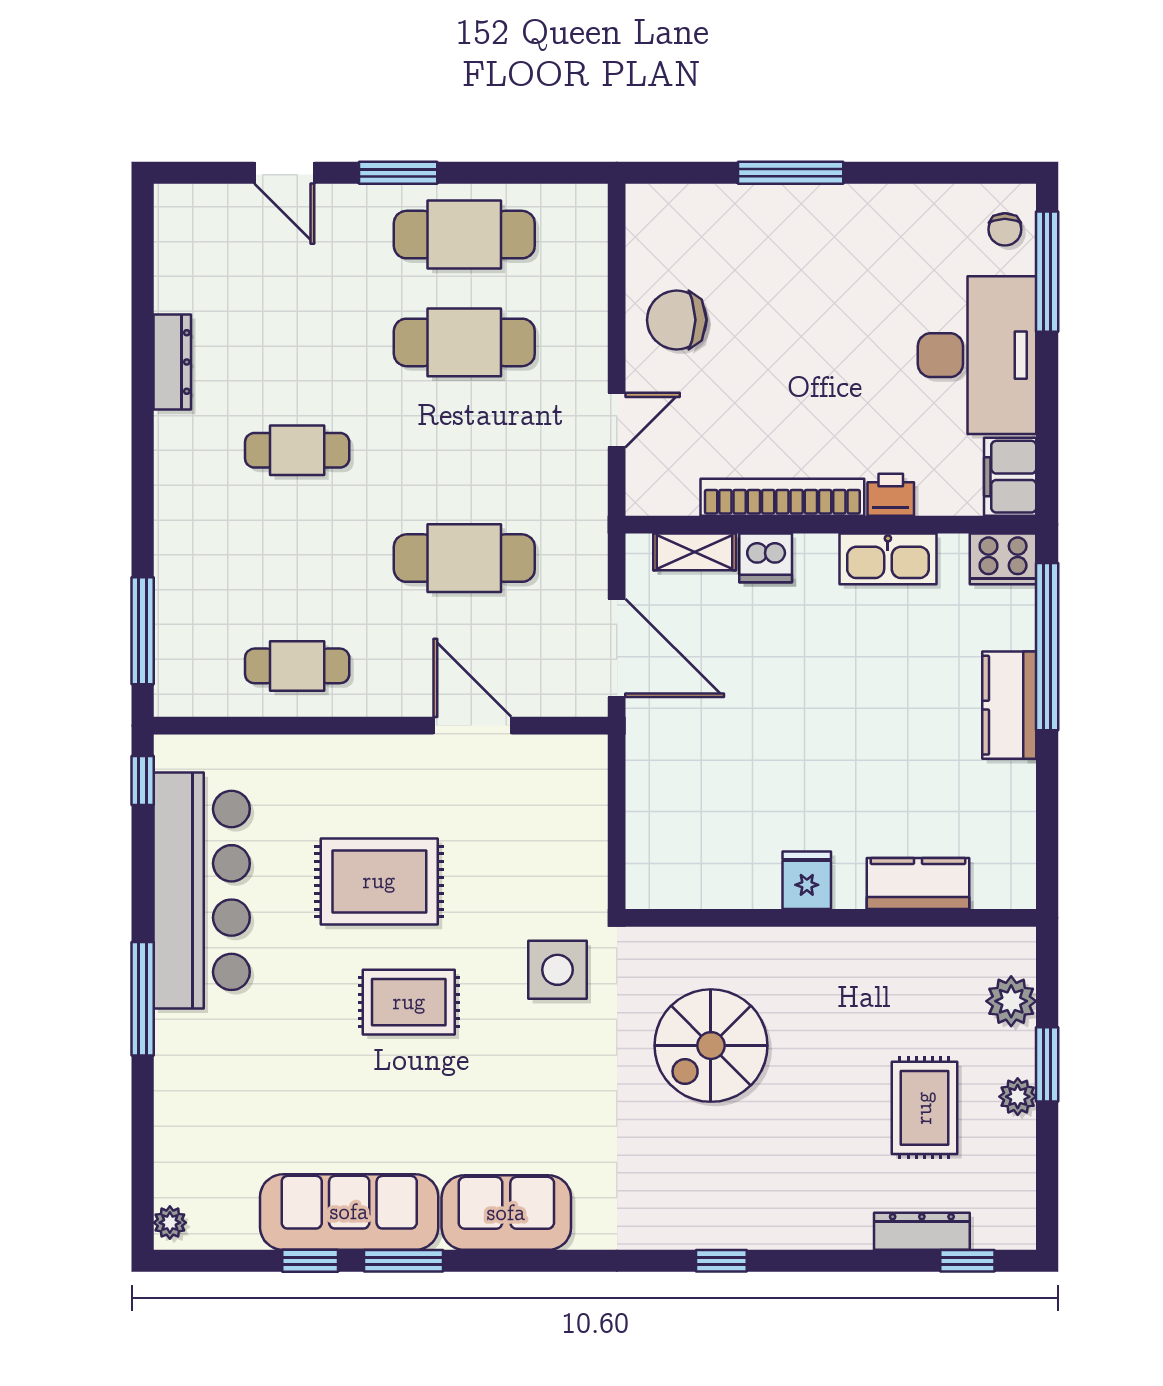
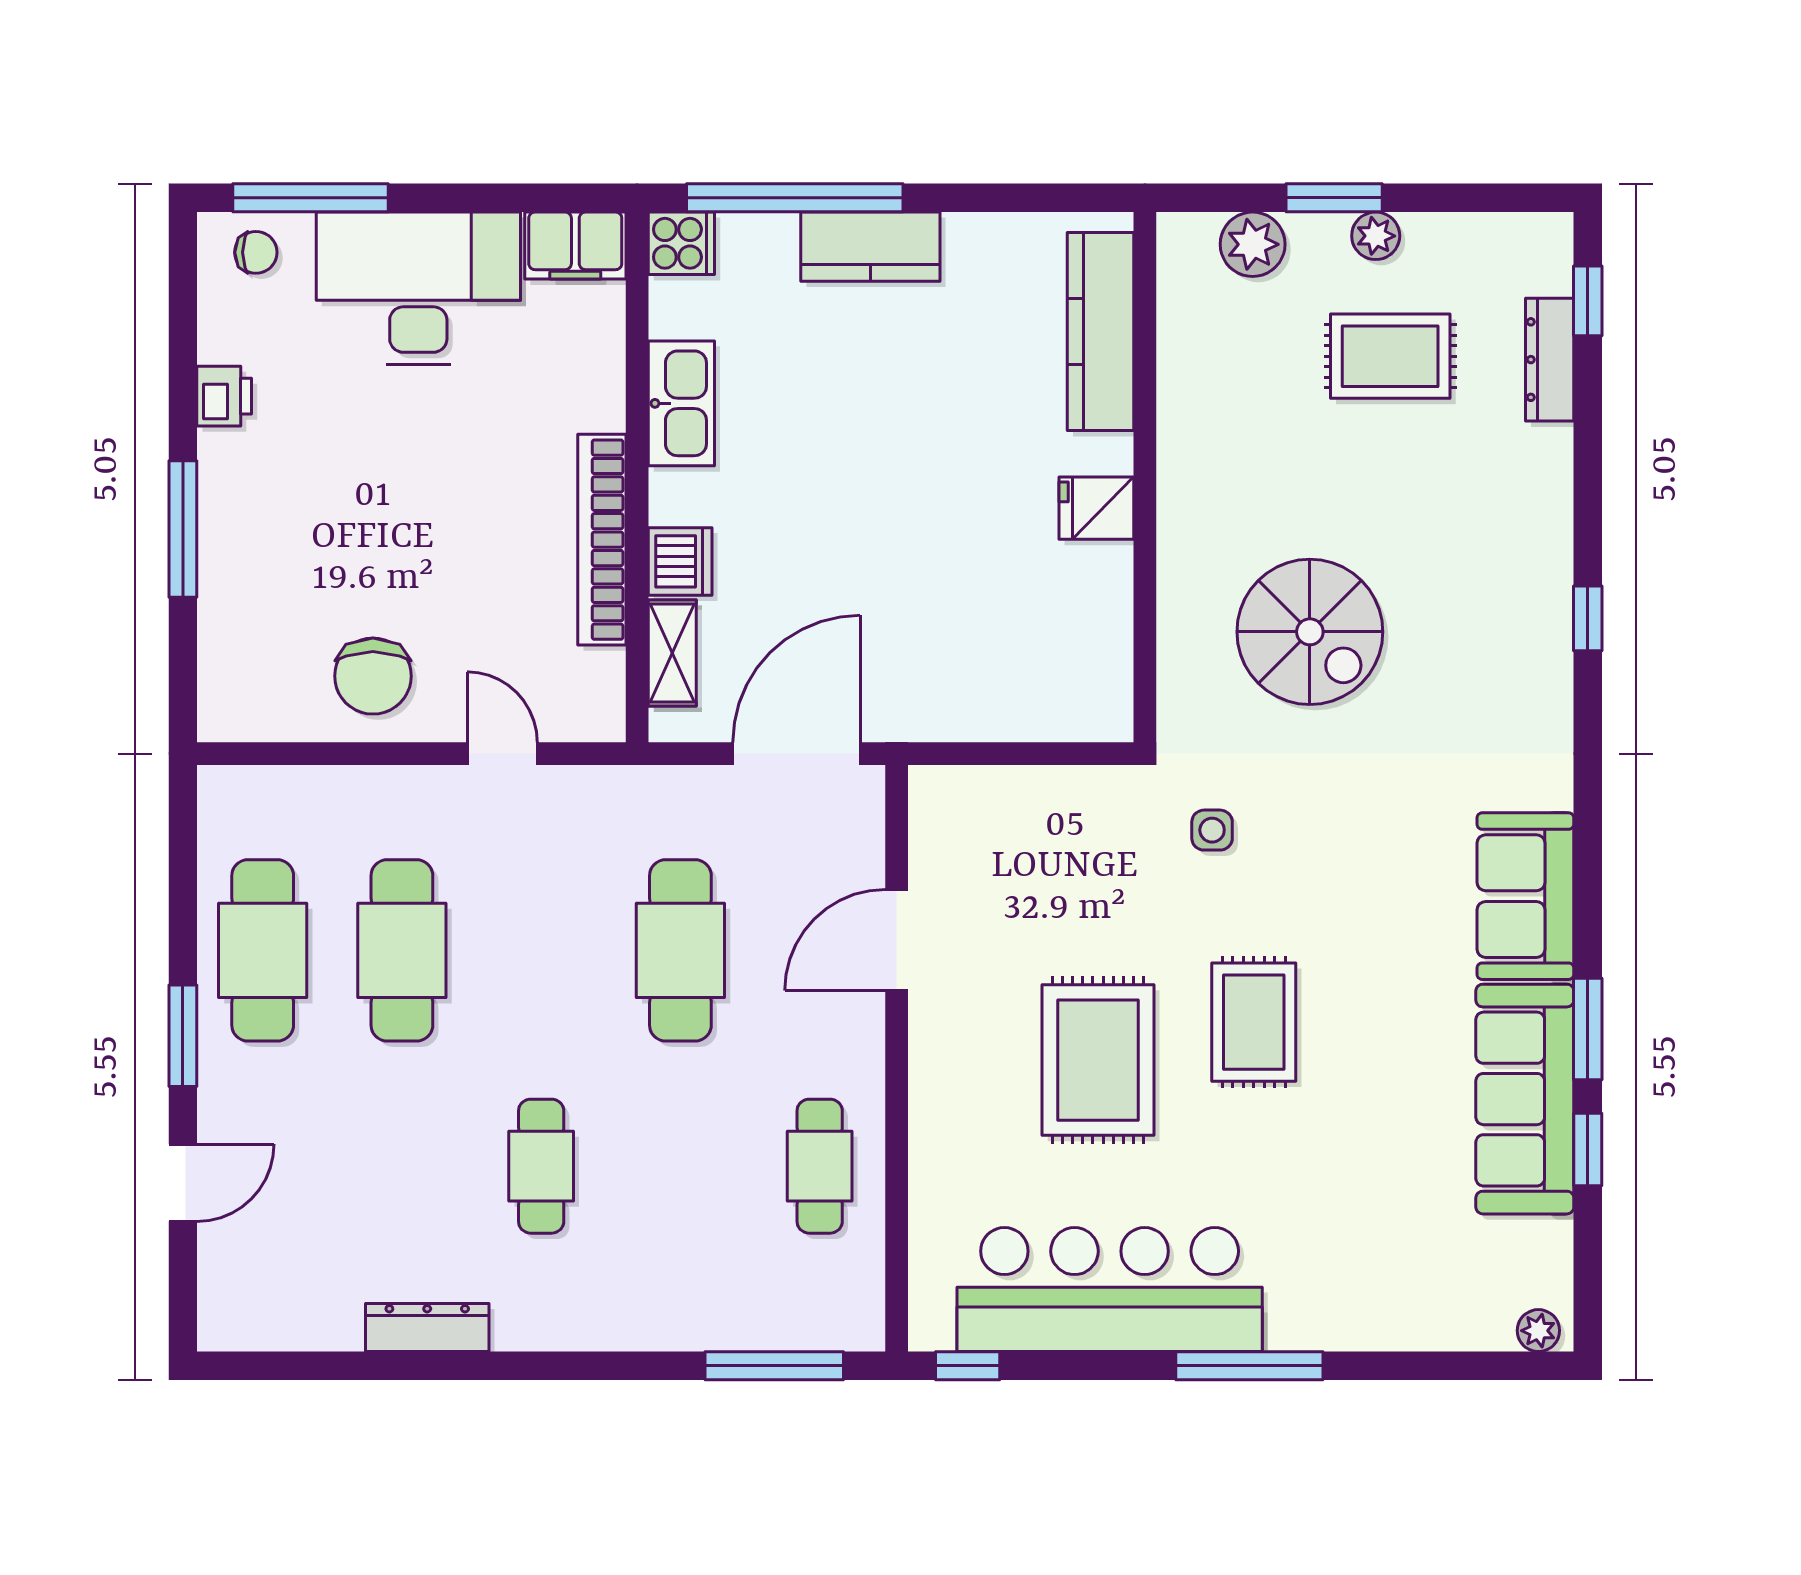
printer: (891, 495) -> (224, 396), moved, turned 180
cooker: (1003, 559) -> (681, 243), width x0.73
kitchen counter: (918, 883) -> (1101, 332), width x1.50
side table: (557, 970) -> (1212, 830), width x0.54, depth x0.54

